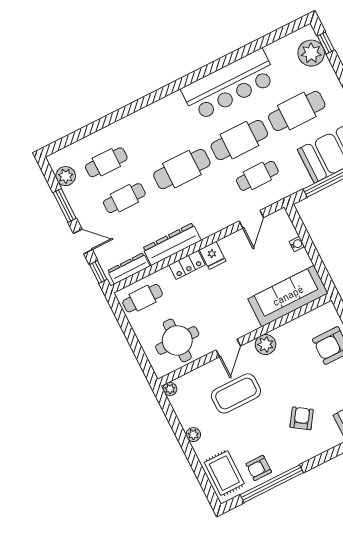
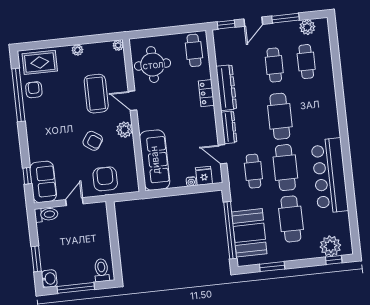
fridge: (213, 255) -> (204, 176), moved, turned 90
dresser: (129, 268) -> (229, 127), moved
armchair: (302, 418) -> (93, 141), moved

